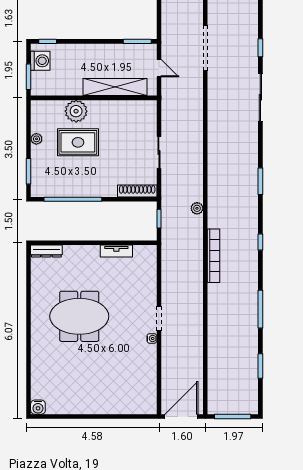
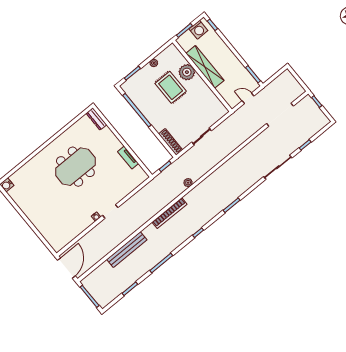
door: (159, 68) -> (248, 98), swing flipped
shelving: (115, 87) -> (205, 67), moved
meeting table: (79, 316) -> (75, 167), turned 90
bench: (215, 334) -> (127, 250), added
door: (181, 417) -> (66, 268), hinge flipped

